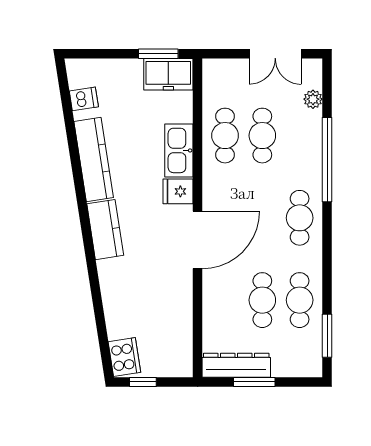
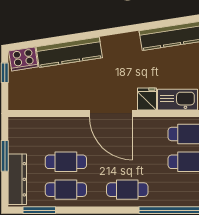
kitchen counter: (105, 230) -> (69, 52), moved, width x1.50
dresser: (236, 365) -> (17, 179), moved

